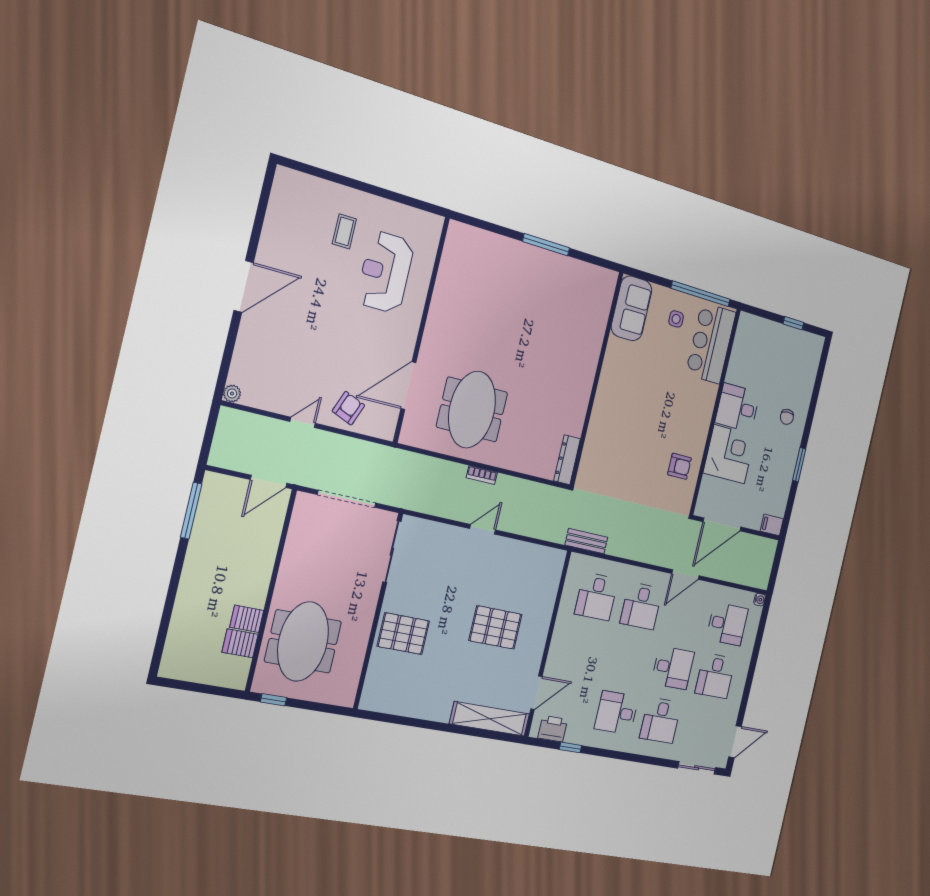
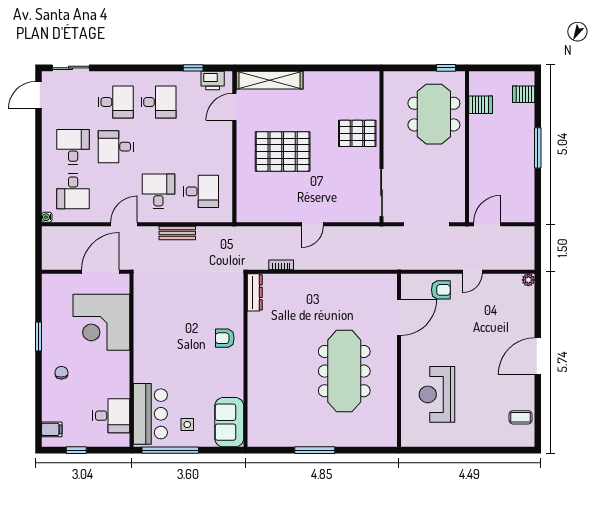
coffee table: (344, 231) -> (520, 417), moved, turned 90
reception desk: (385, 272) -> (437, 394), turned 180
armchair: (348, 408) -> (441, 290), turned -112
desk: (738, 408) -> (111, 416), moved
meeting table: (472, 410) -> (344, 371), moved, width x1.36
corner desk: (729, 454) -> (101, 322), width x1.36, depth x1.36
armchair: (679, 466) -> (225, 338), moved
bookcase: (482, 475) -> (281, 265), moved
window: (191, 511) -> (538, 148), moved
filing cabinet: (772, 525) -> (52, 429), moved
bench: (586, 541) -> (177, 233), moved
desk: (596, 596) -> (201, 191), turned 90
server rack: (247, 619) -> (524, 94), moved, turned 180
desk: (727, 624) -> (73, 191), turned -90
pallet: (495, 627) -> (283, 151), width x1.37, depth x1.41
desk: (660, 720) -> (116, 102), turned 90

